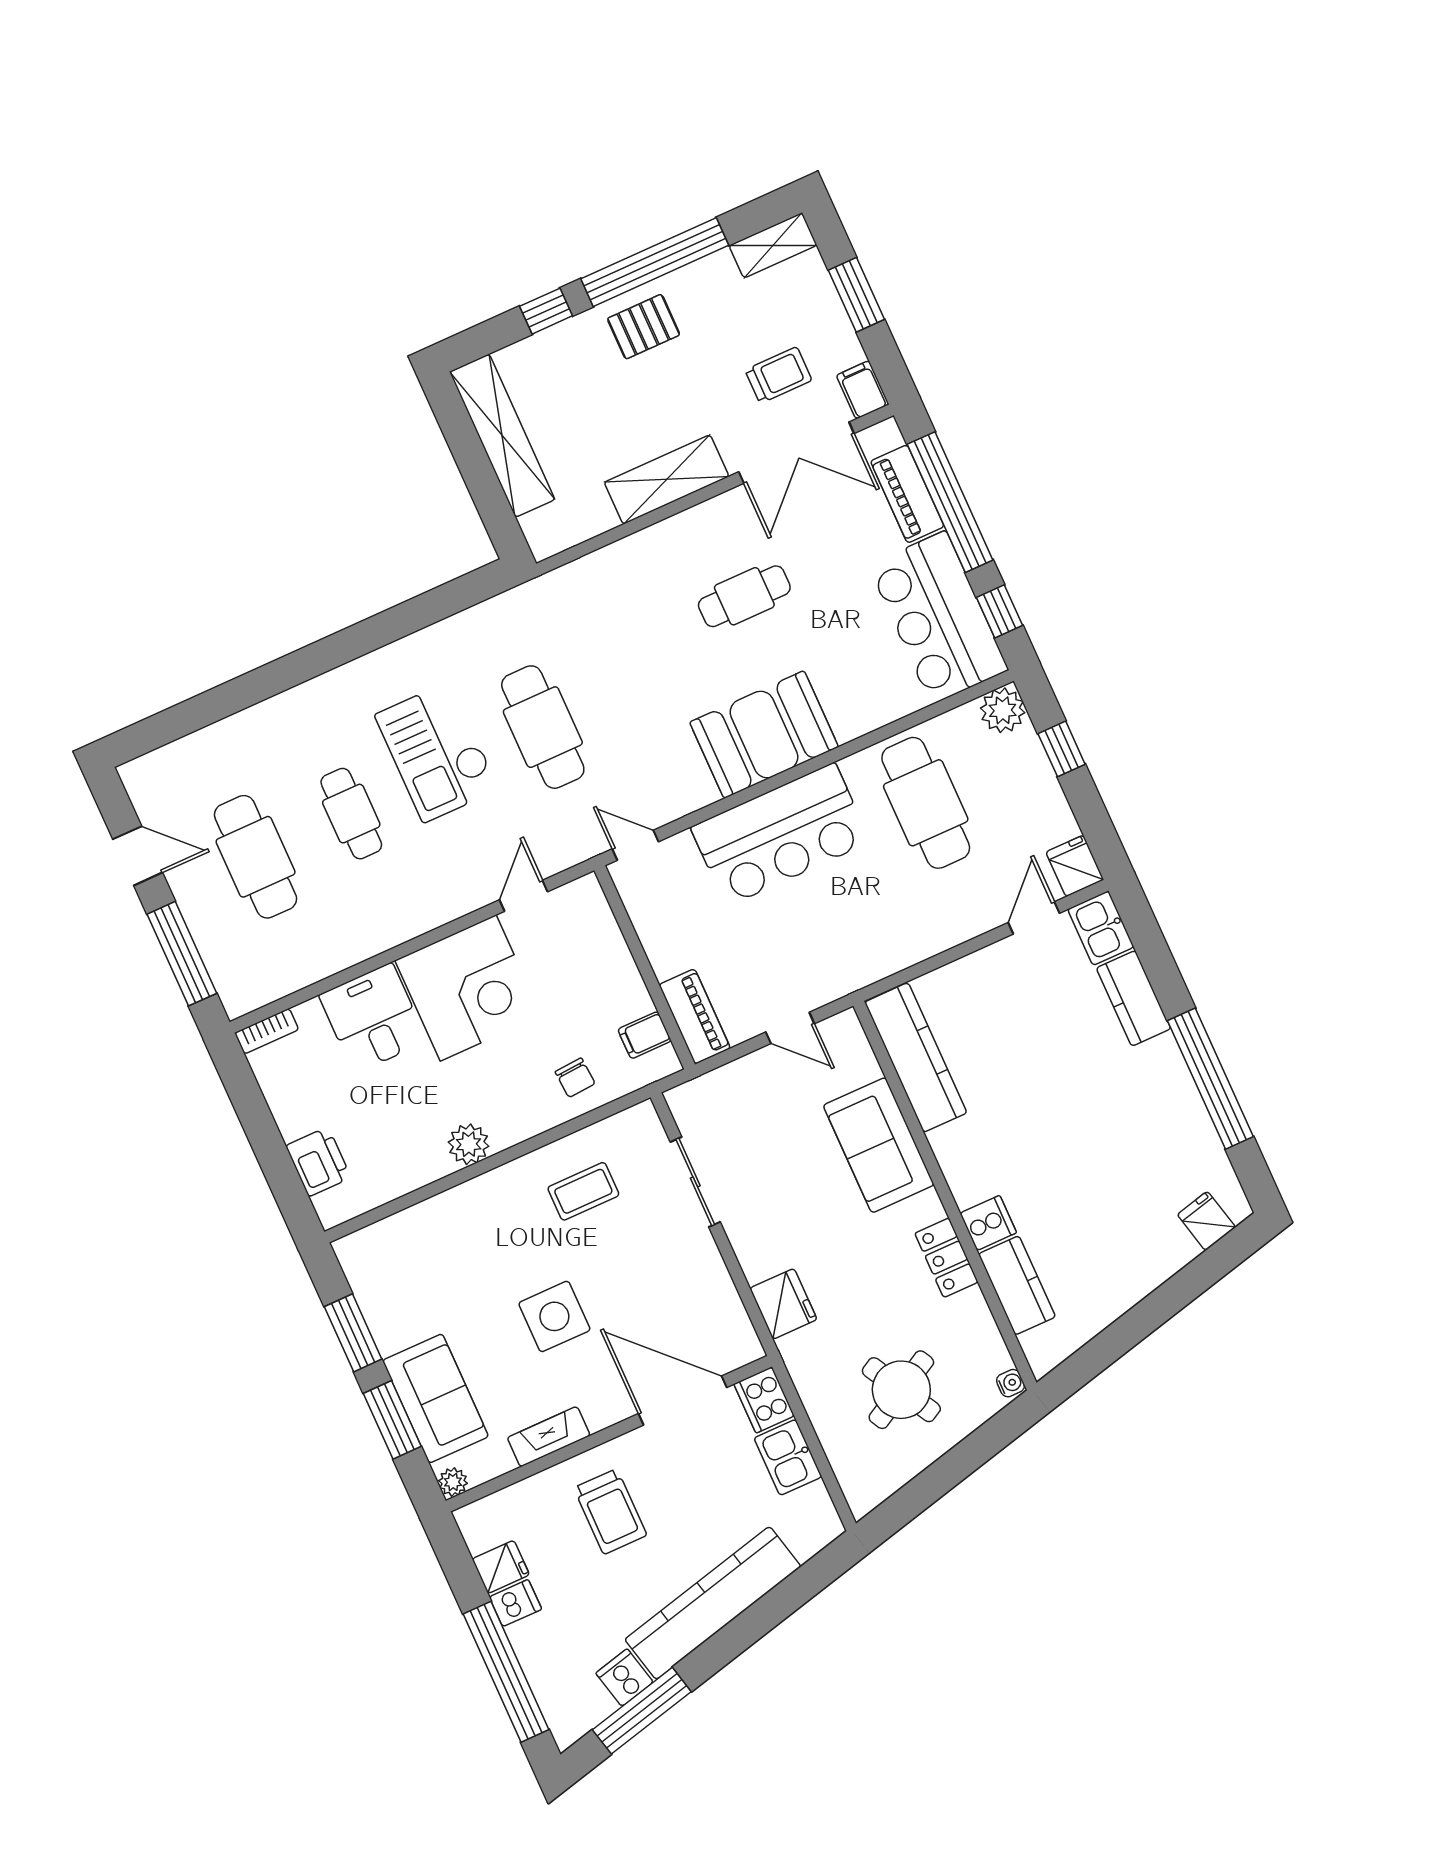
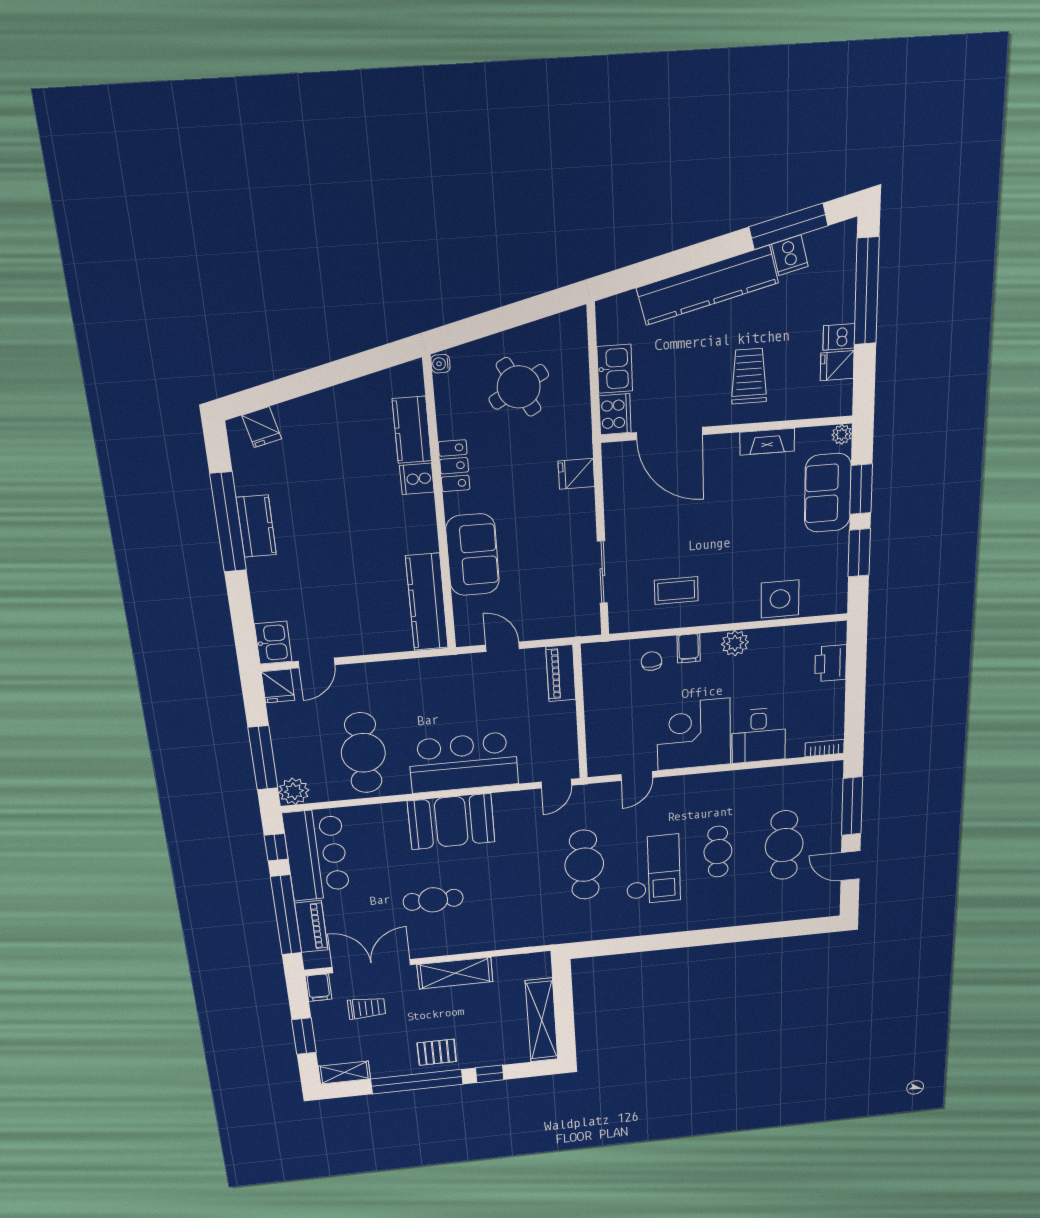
trolley: (778, 375) -> (367, 1008), turned 180
window: (1062, 749) -> (263, 758), width x2.17
door: (635, 845) -> (556, 784), hinge flipped
kitchen counter: (1134, 998) -> (256, 526), moved
filing cabinet: (645, 1035) -> (689, 648), moved, turned 90
fridge: (783, 1304) -> (576, 474), width x0.72
side table: (554, 1316) -> (780, 599), moved

